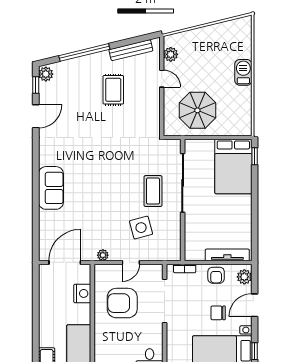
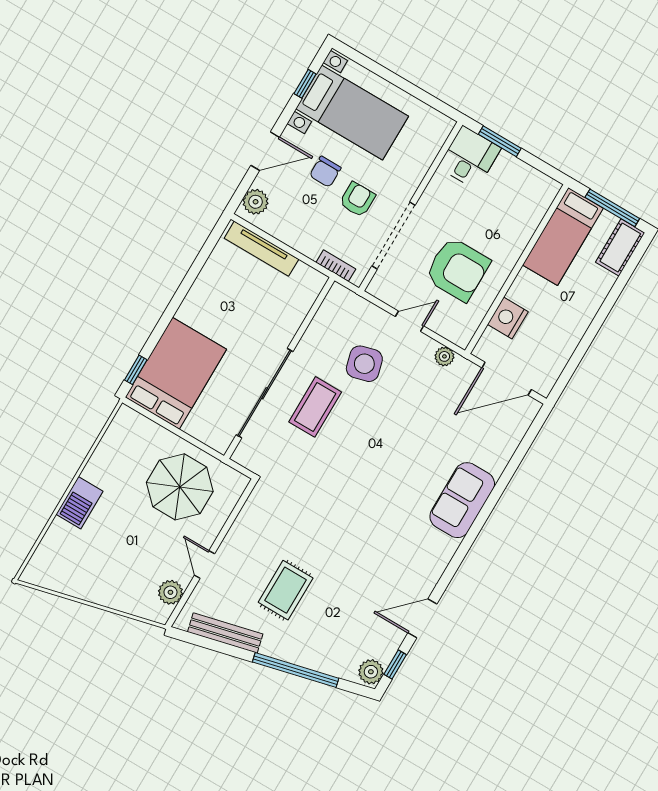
armchair: (216, 275) -> (357, 200), moved
chair: (218, 313) -> (325, 172), turned 90

